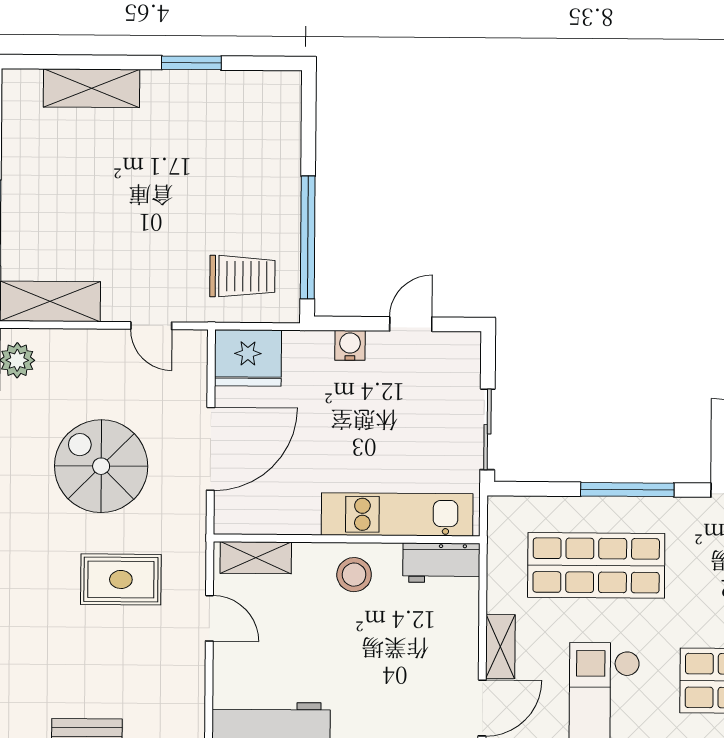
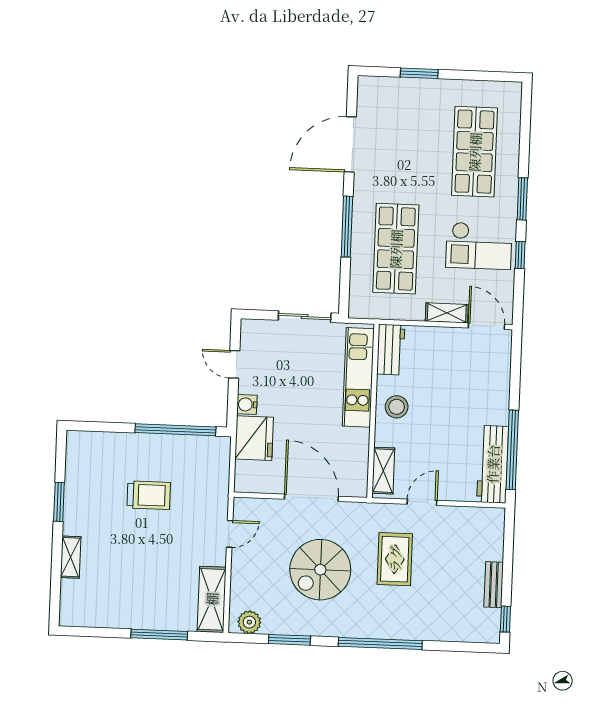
shelving: (92, 88) -> (71, 557), width x0.67, depth x0.75
trolley: (242, 276) -> (149, 495), moved, turned 90
fridge: (248, 358) -> (254, 438), moved

